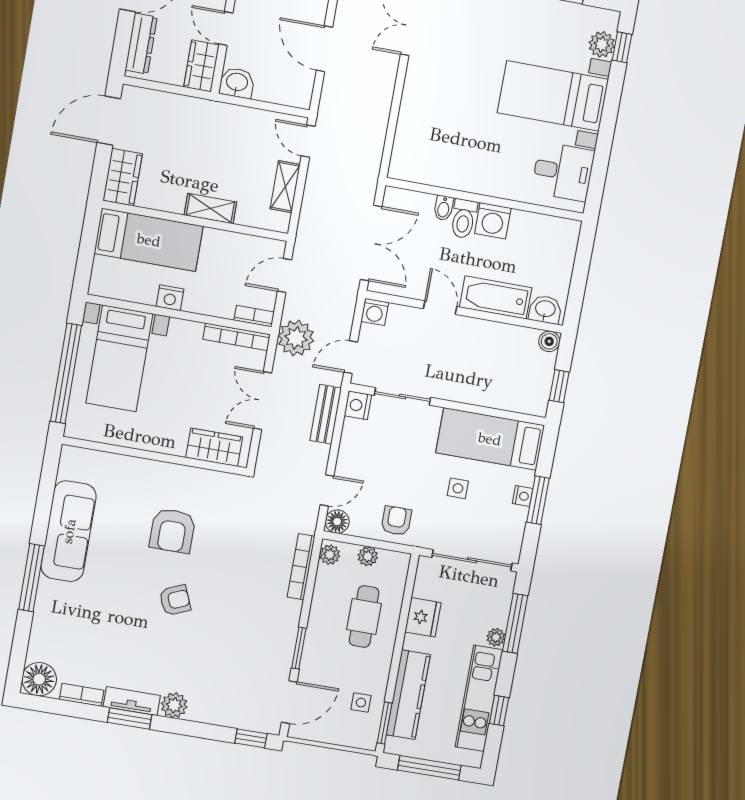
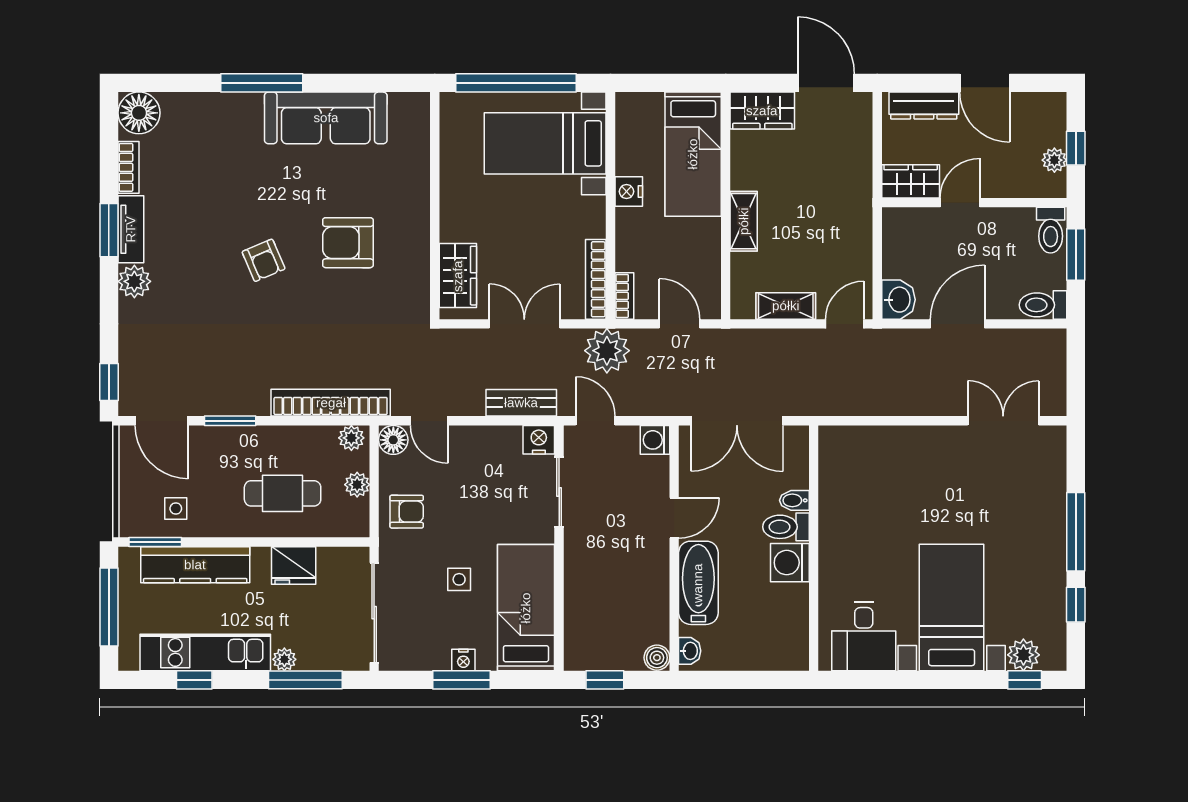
washbasin: (237, 83) -> (898, 300), moved
washbasin: (545, 309) -> (690, 651), width x0.72, depth x0.69
bookcase: (301, 567) -> (331, 403), width x1.48, depth x1.31

